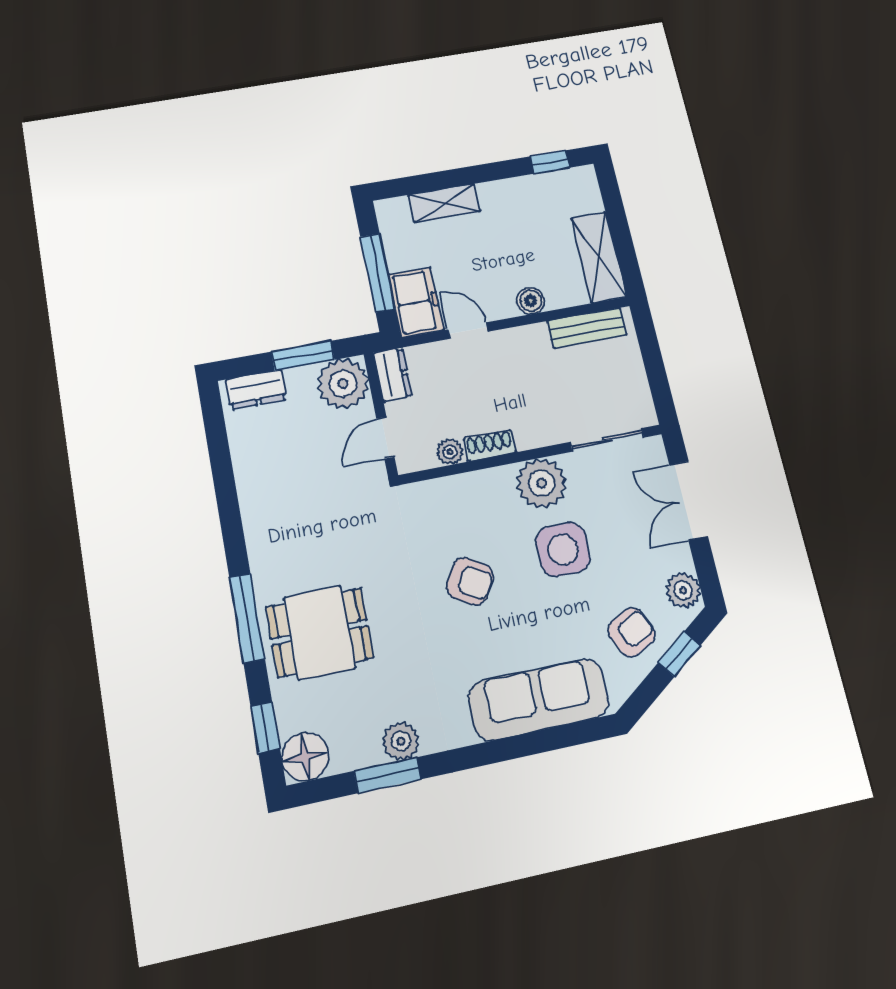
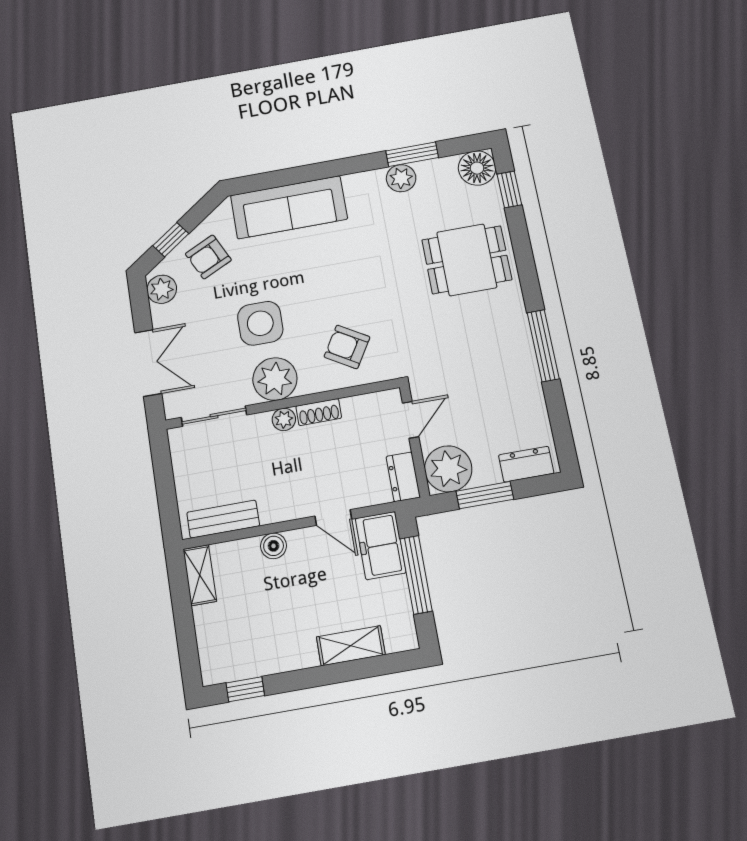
shelving: (599, 257) -> (200, 575), width x0.67, depth x0.75
plant: (450, 452) -> (284, 419), moved
armchair: (470, 581) -> (347, 347), moved
window: (247, 618) -> (543, 346), moved

